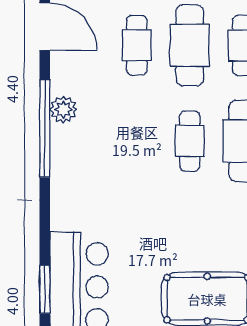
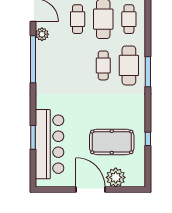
plant: (63, 109) -> (42, 34), moved

